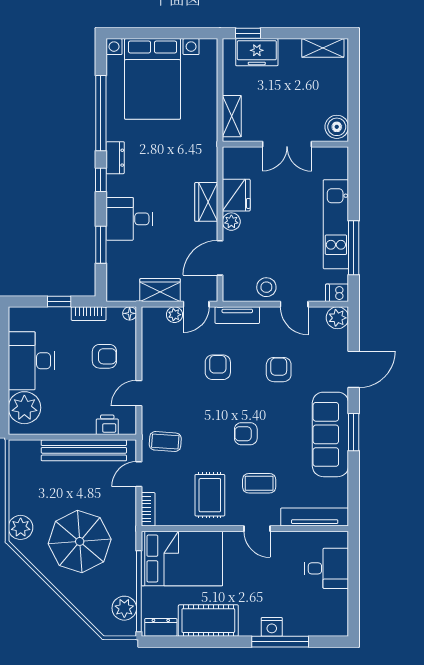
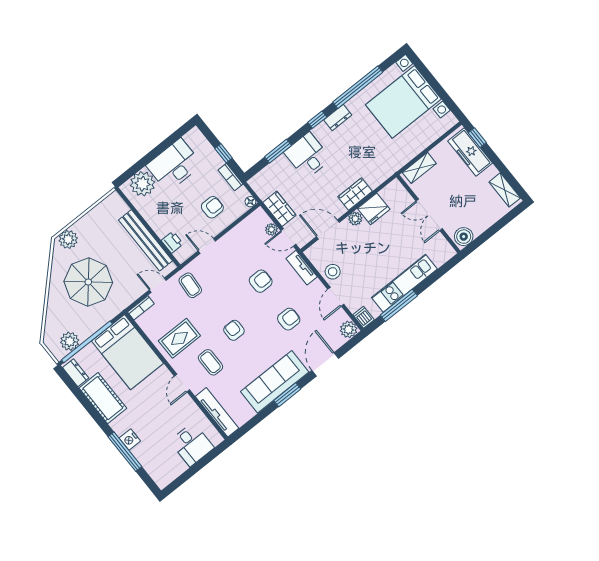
freezer: (257, 52) -> (470, 152), width x1.40
armchair: (104, 356) -> (212, 207), turned -90
door: (354, 369) -> (325, 364), swing flipped

